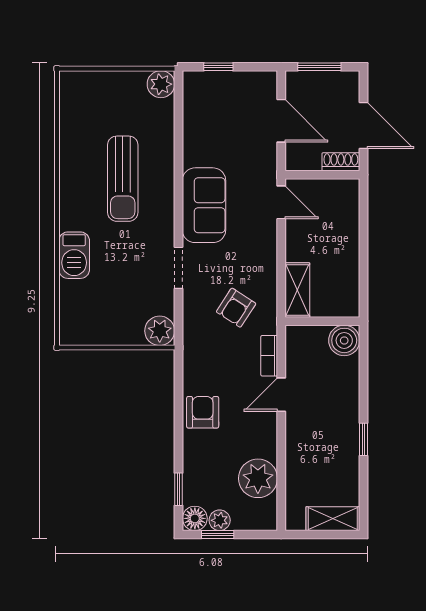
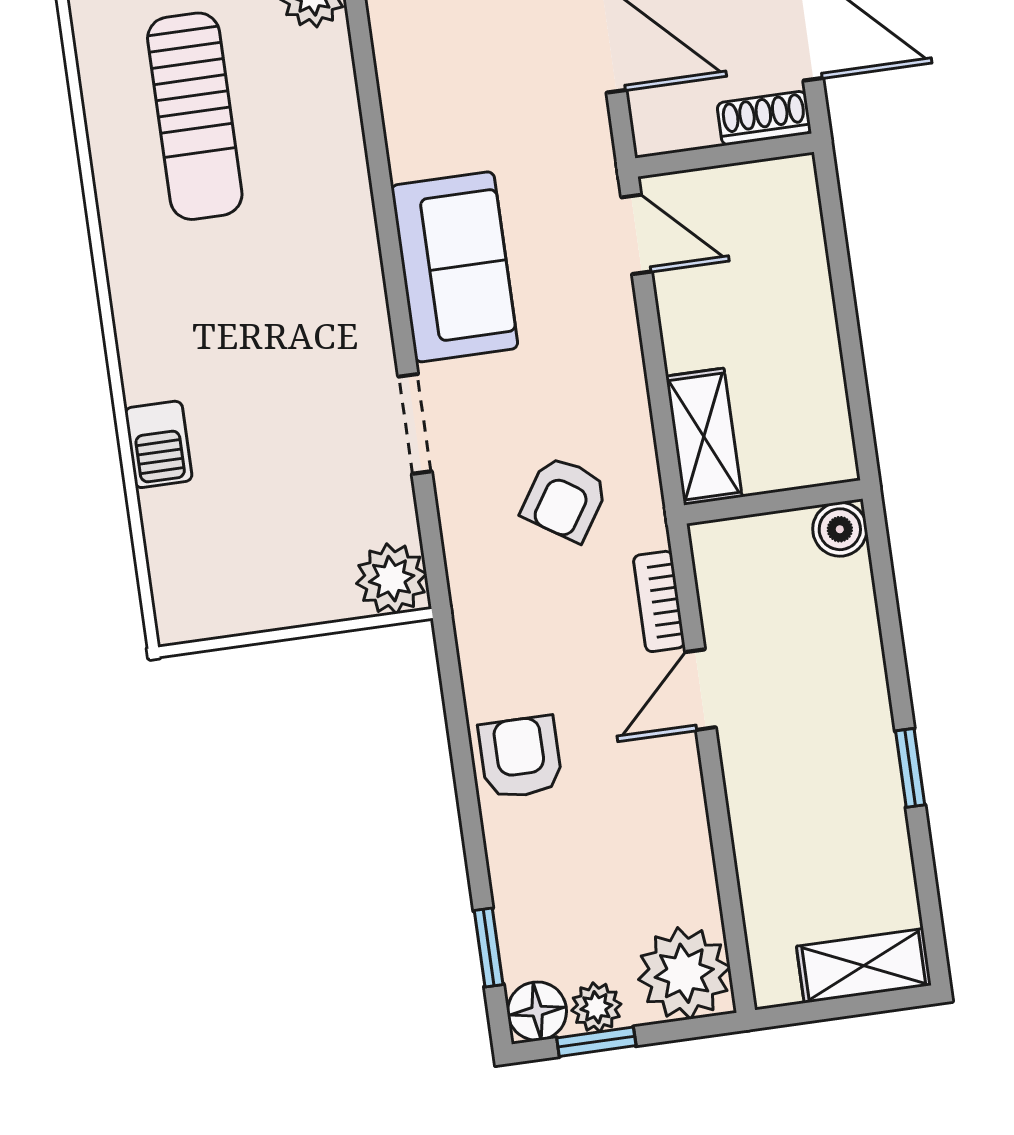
sun lounger: (123, 179) -> (195, 116), moved
barbecue: (74, 255) -> (158, 444), width x0.73, depth x0.79
boiler: (344, 340) -> (840, 529), width x0.73, depth x0.73
plant: (258, 478) -> (684, 973), moved

